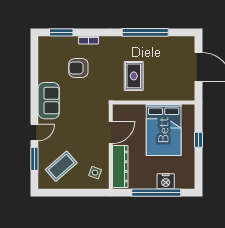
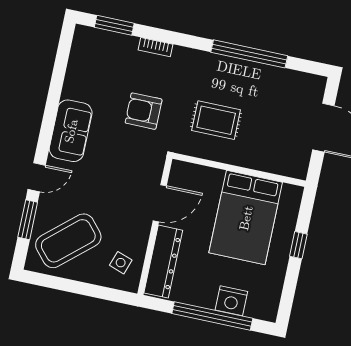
armchair: (78, 68) -> (144, 111), moved
rug: (134, 76) -> (216, 120), turned 90
coffee table: (61, 166) -> (68, 241), width x1.36, depth x1.32

